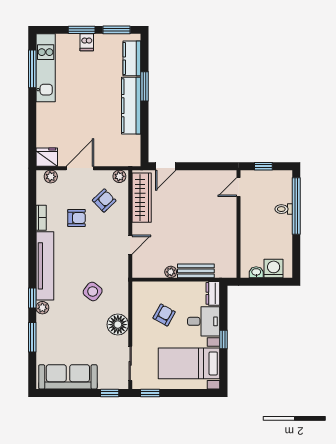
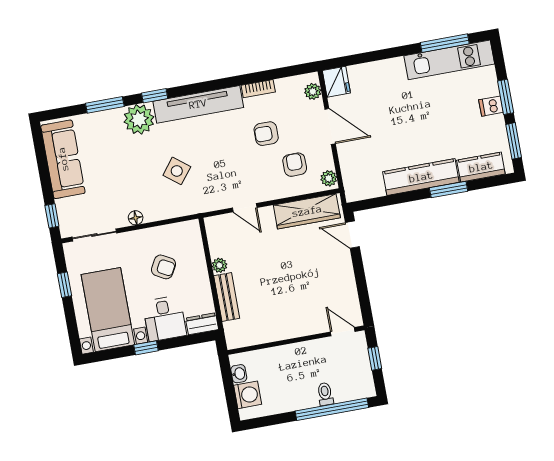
armchair: (104, 201) -> (295, 165), turned -136
armchair: (76, 218) -> (266, 134), turned 90
plant: (42, 308) -> (139, 119), width x1.88, depth x1.88
floor lamp: (118, 325) -> (136, 218), width x0.53, depth x0.53
window: (150, 393) -> (64, 285), moved

